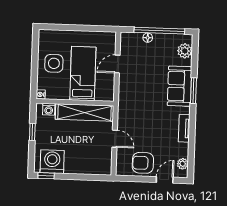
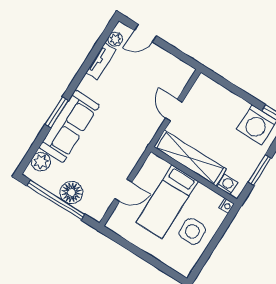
floor lamp: (148, 38) -> (71, 192), width x1.89, depth x1.89
sofa: (179, 86) -> (69, 126), width x1.36
tv unit: (184, 128) -> (101, 61), moved
window: (32, 132) -> (260, 170), width x1.50
armchair: (143, 163) -> (158, 66), removed

